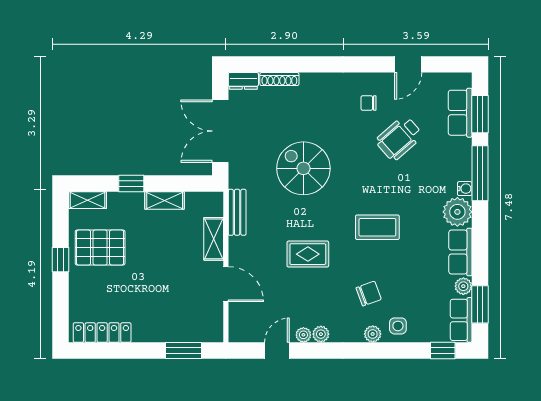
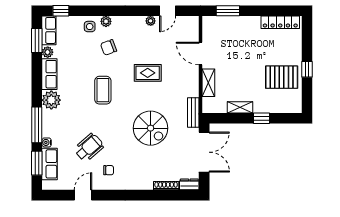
water cooler: (465, 189) -> (47, 142), moved
shelving: (87, 200) -> (290, 108), removed
bench: (237, 212) -> (193, 112), moved
coffee table: (377, 227) -> (103, 90), turned 90
plant: (321, 334) -> (139, 21), removed

